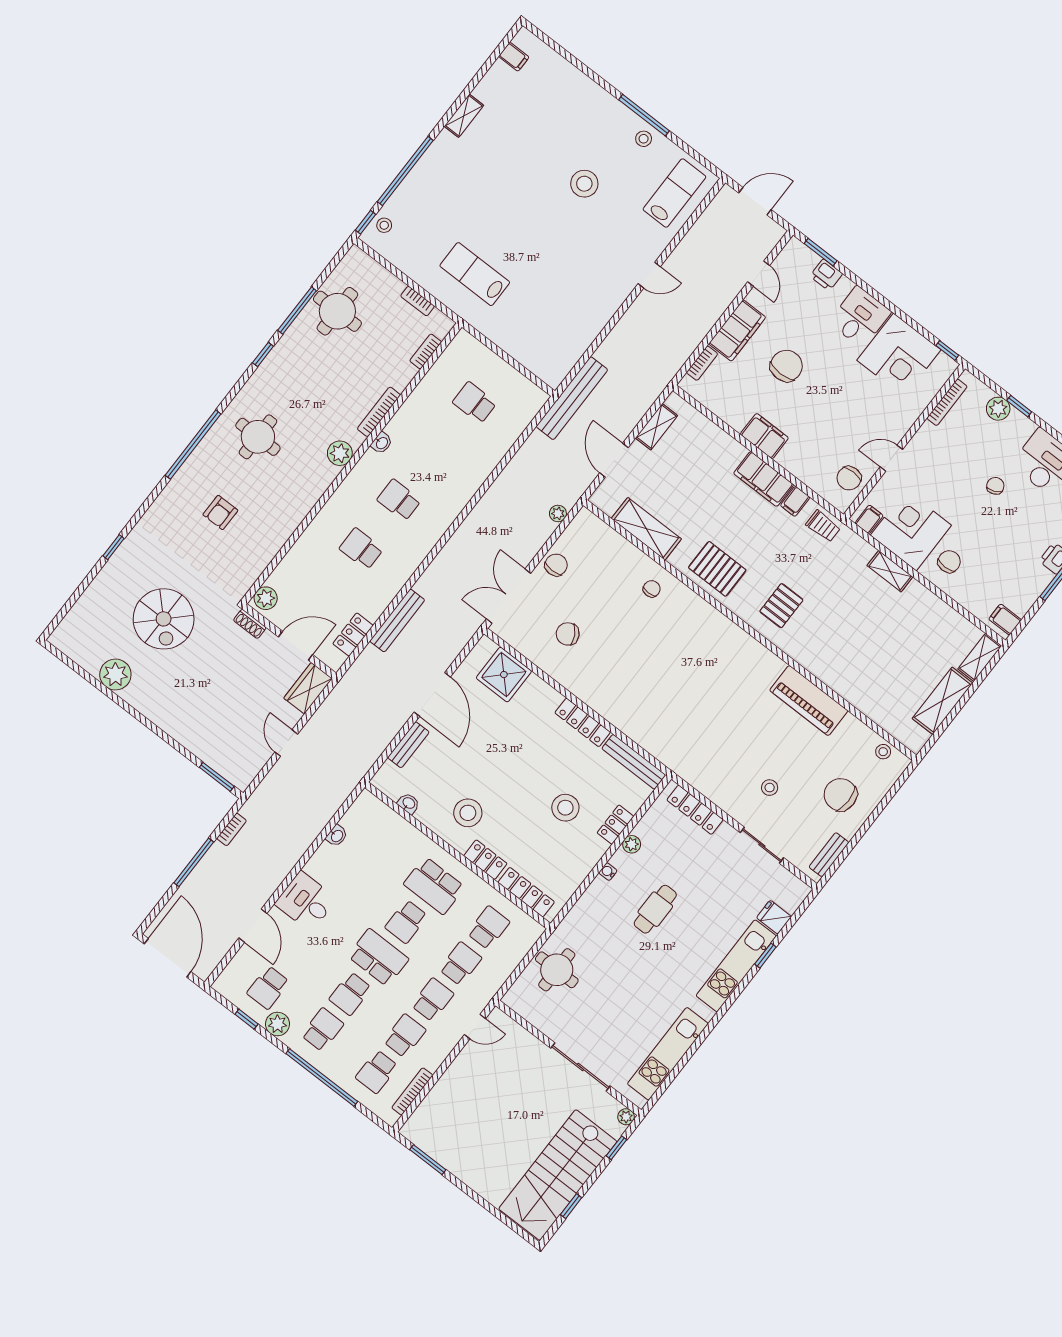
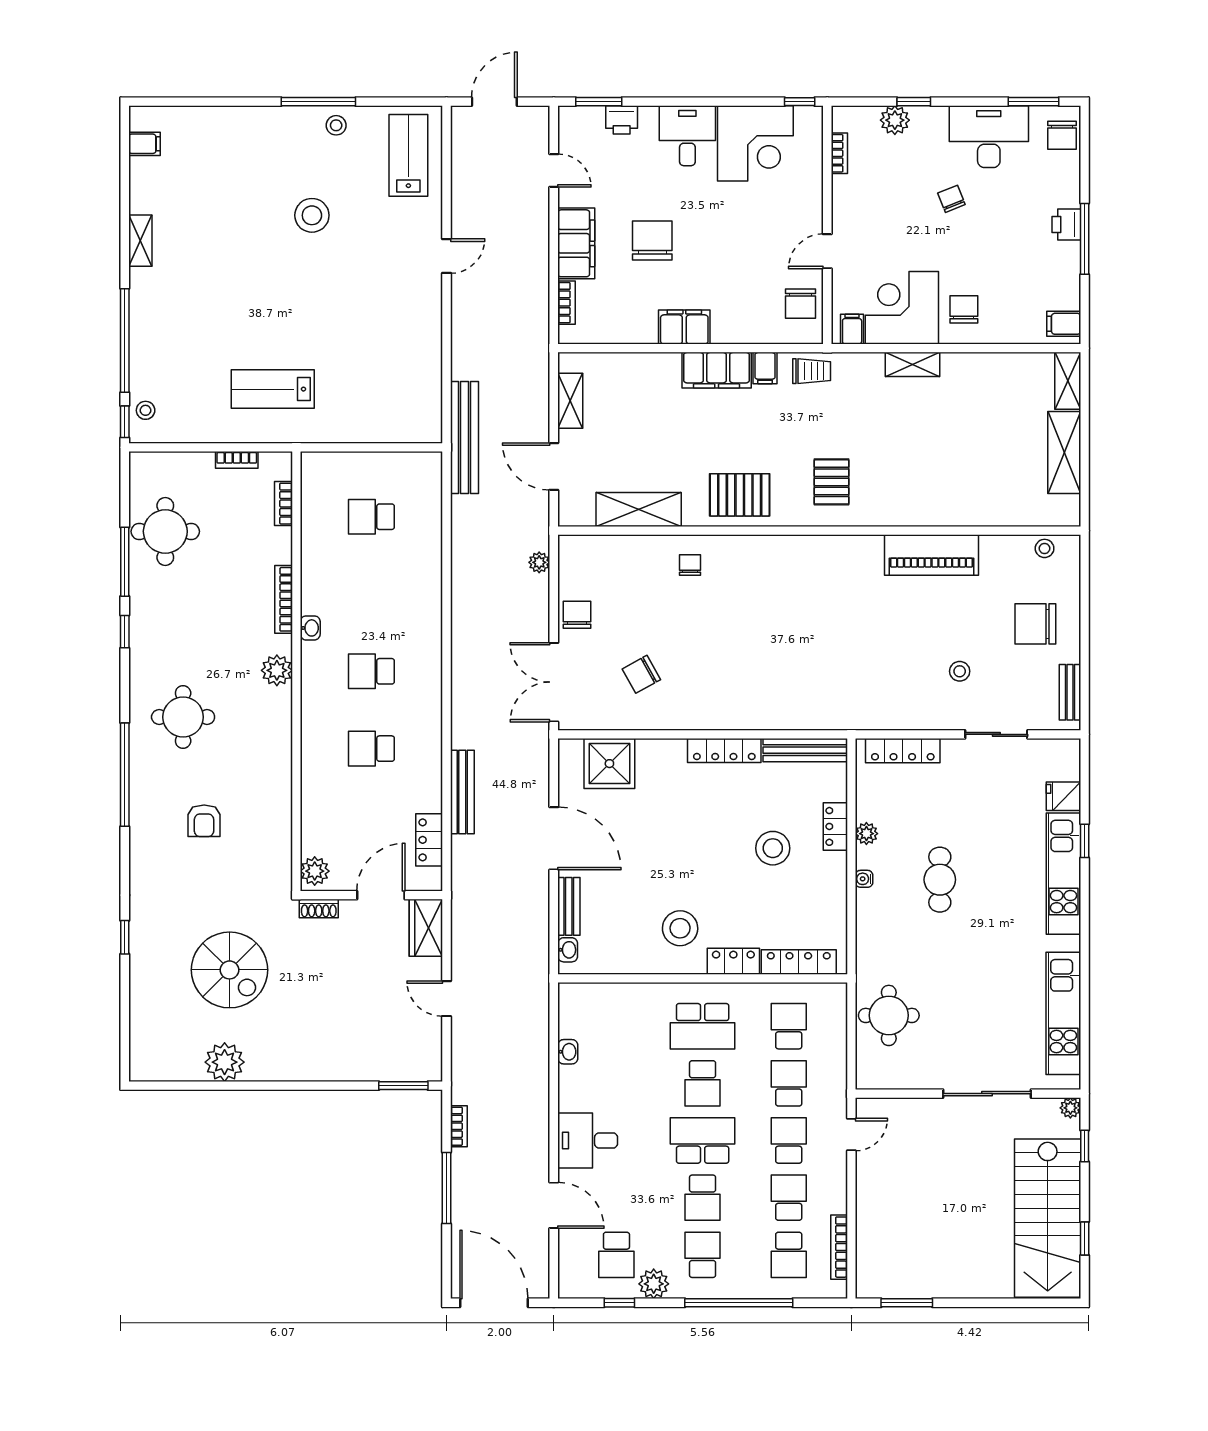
bookcase: (947, 402) -> (839, 153), width x0.64
washbasin: (409, 803) -> (568, 950), moved, turned 90

